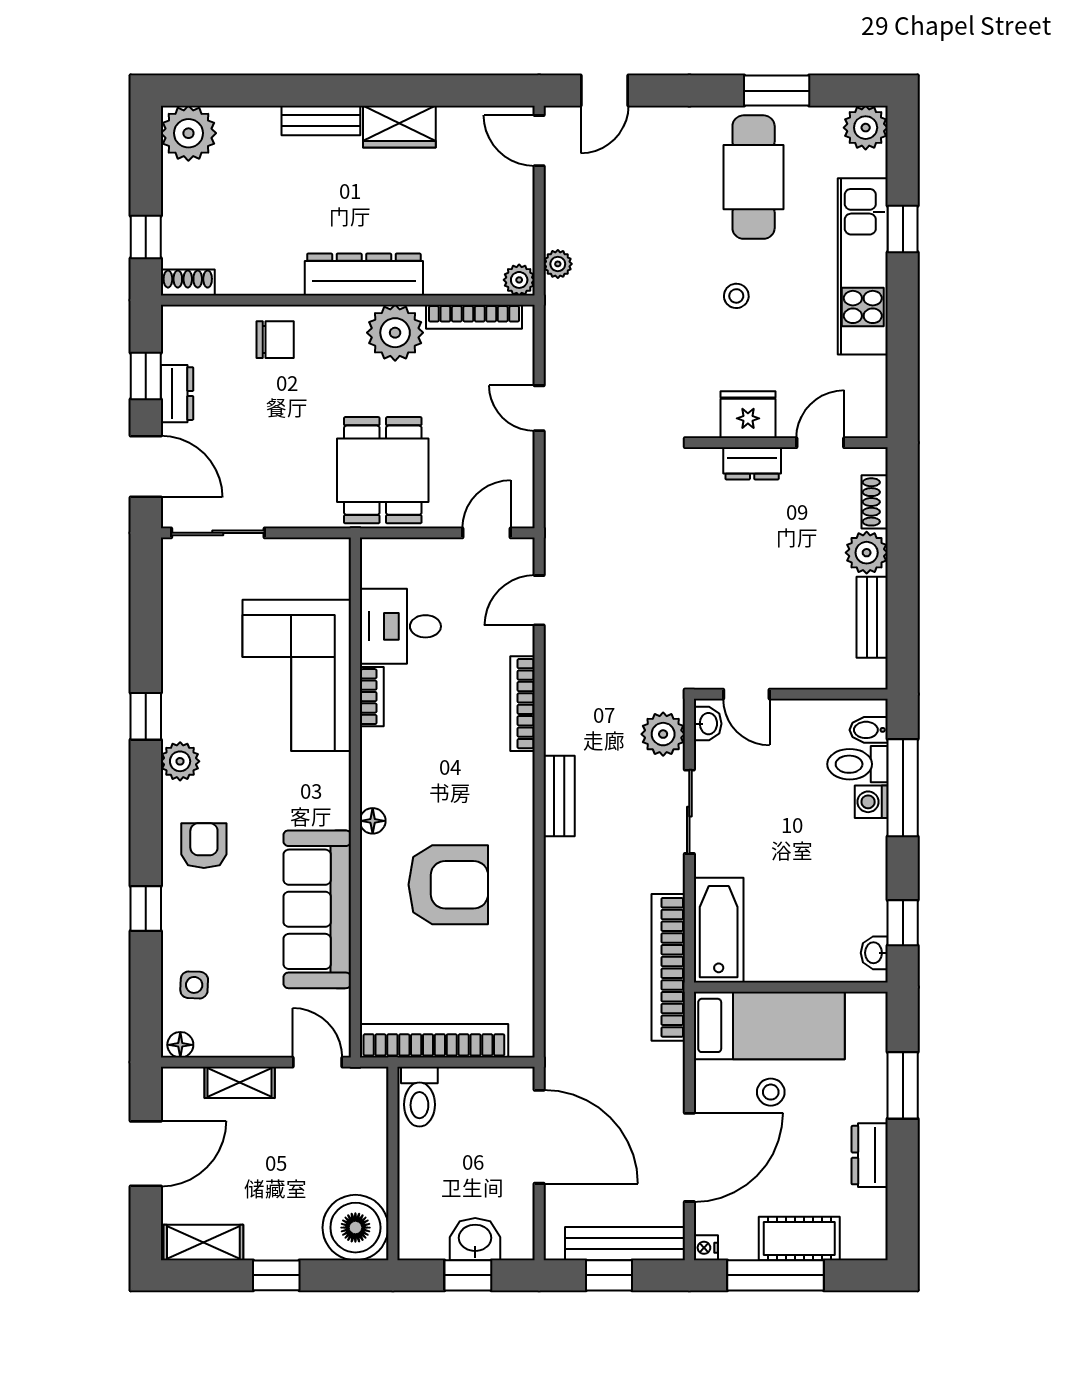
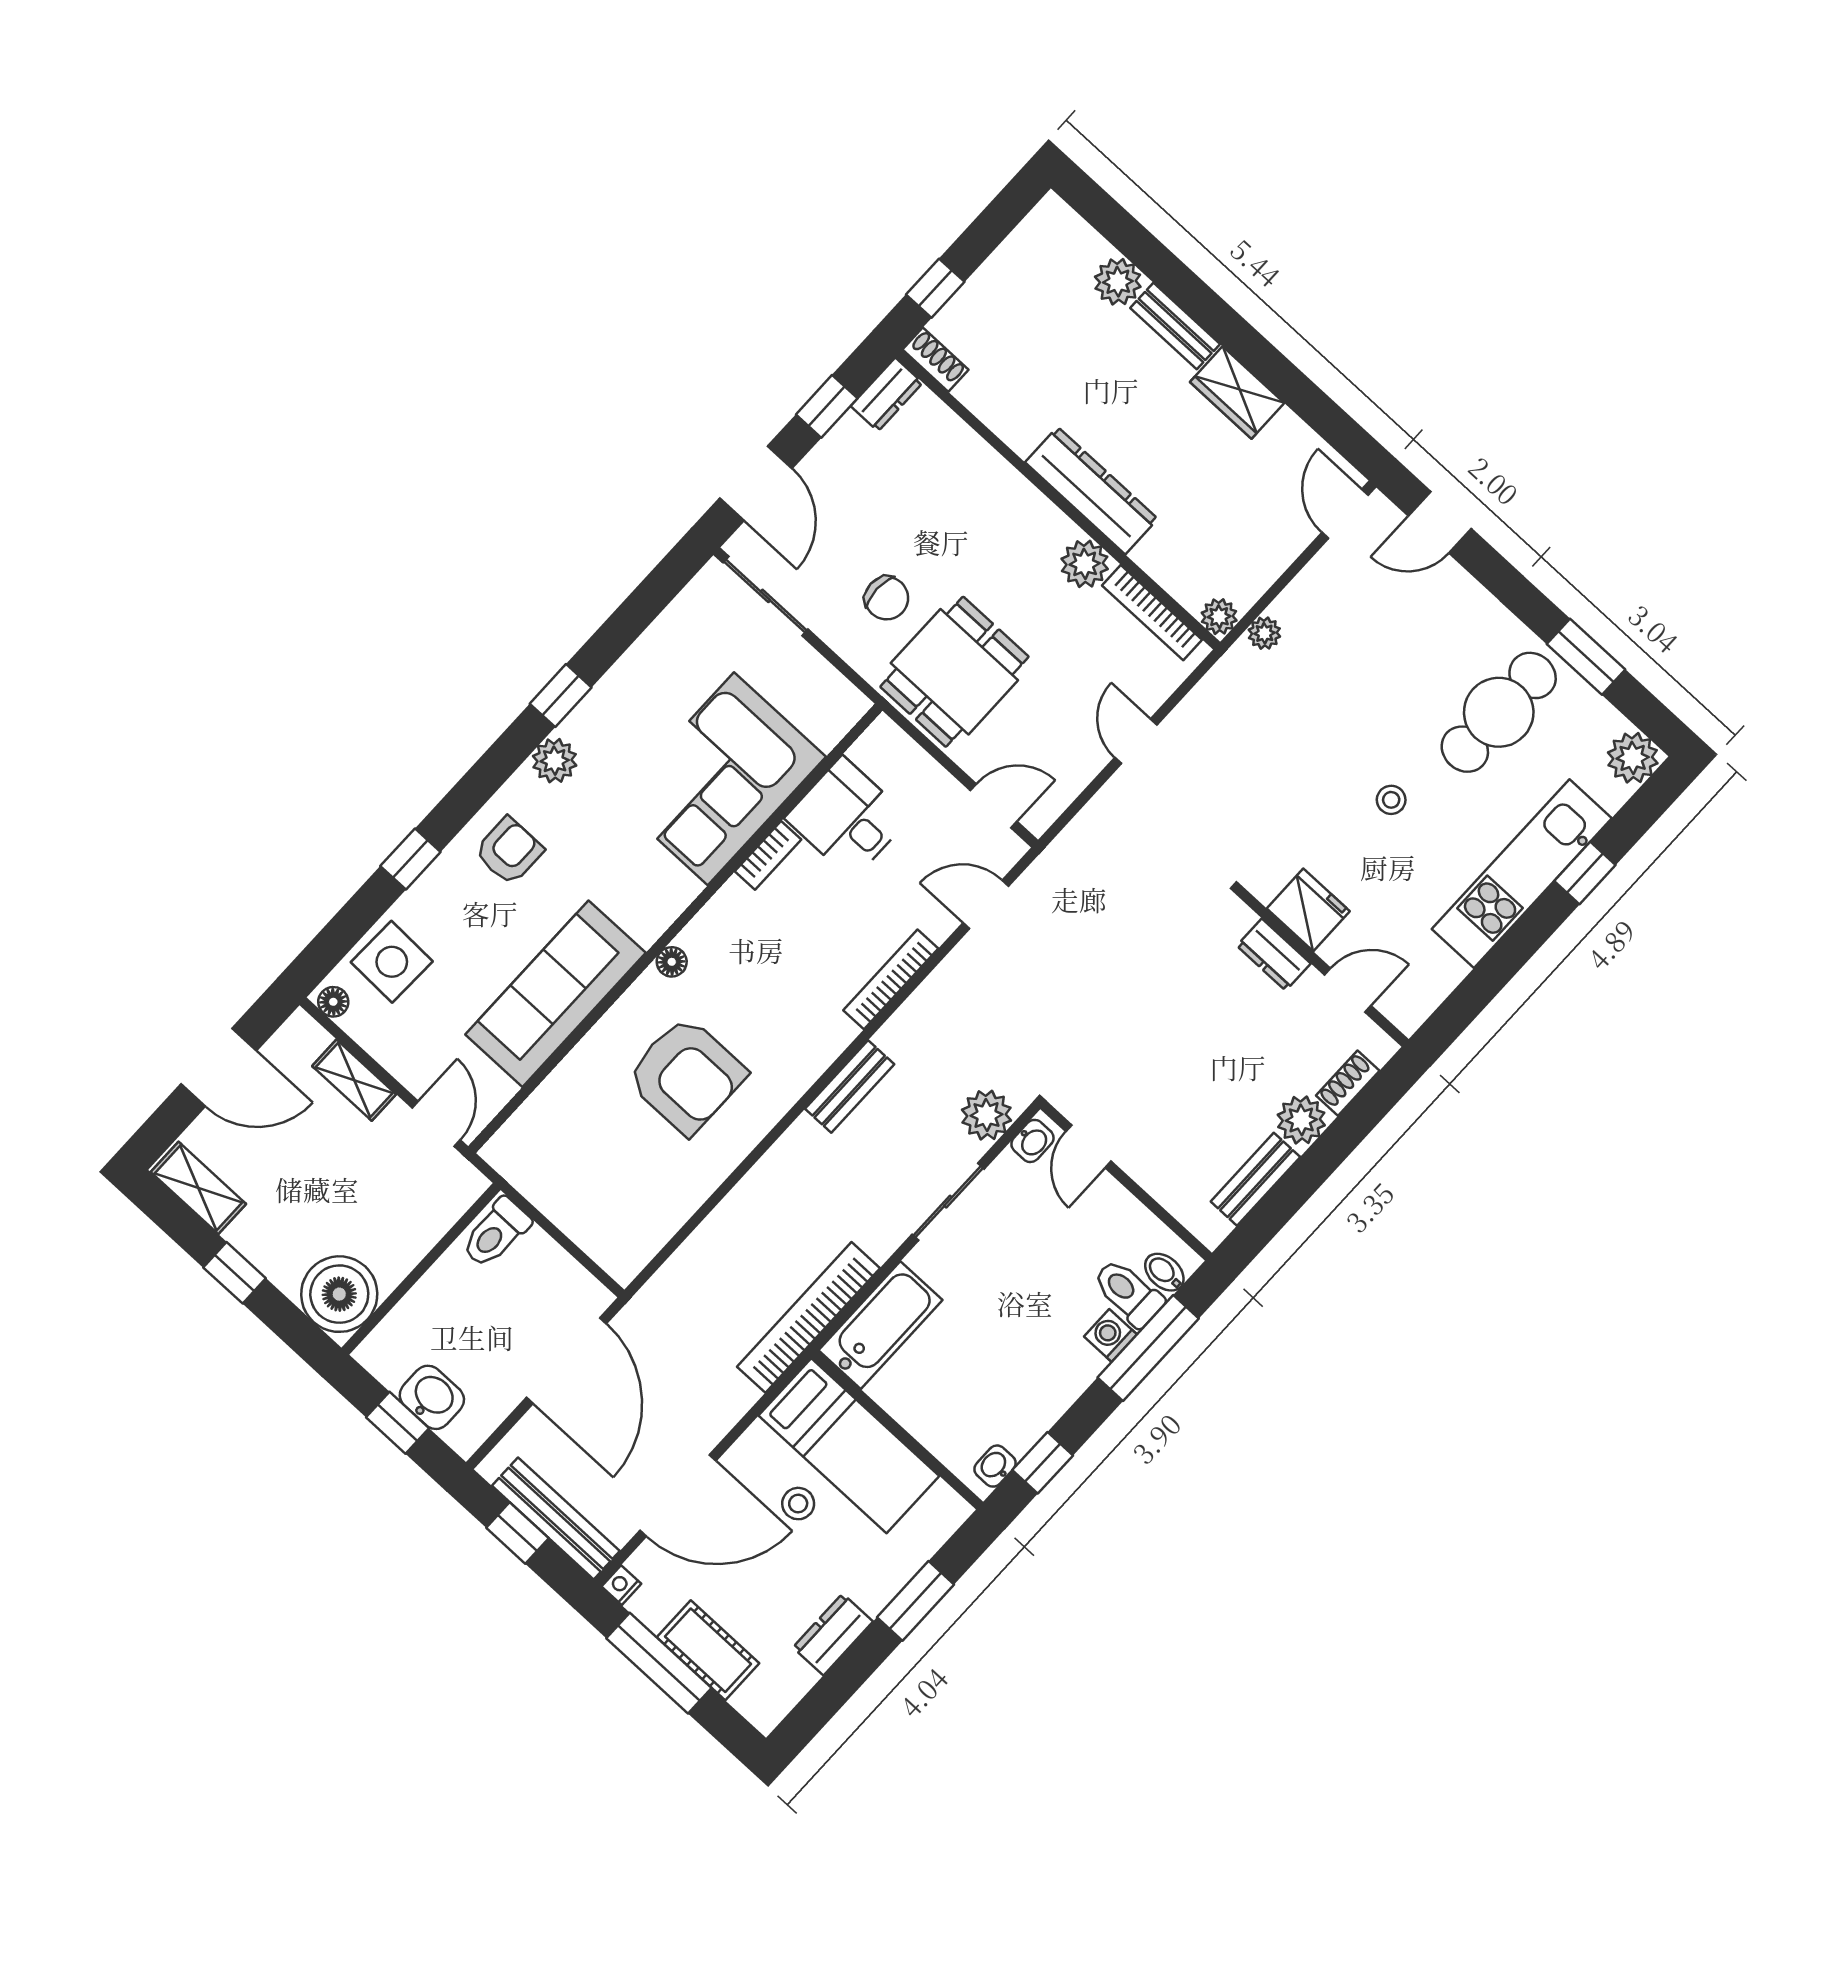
plant: (188, 133) -> (1118, 282), moved, width x0.73, depth x0.73
plant: (395, 333) -> (1085, 564), width x0.73, depth x0.73
chair: (275, 340) -> (887, 598), moved
dresser: (177, 394) -> (887, 394), moved
side table: (194, 985) -> (392, 962), width x1.87, depth x1.87
bookcase: (434, 1041) -> (552, 1197), removed

